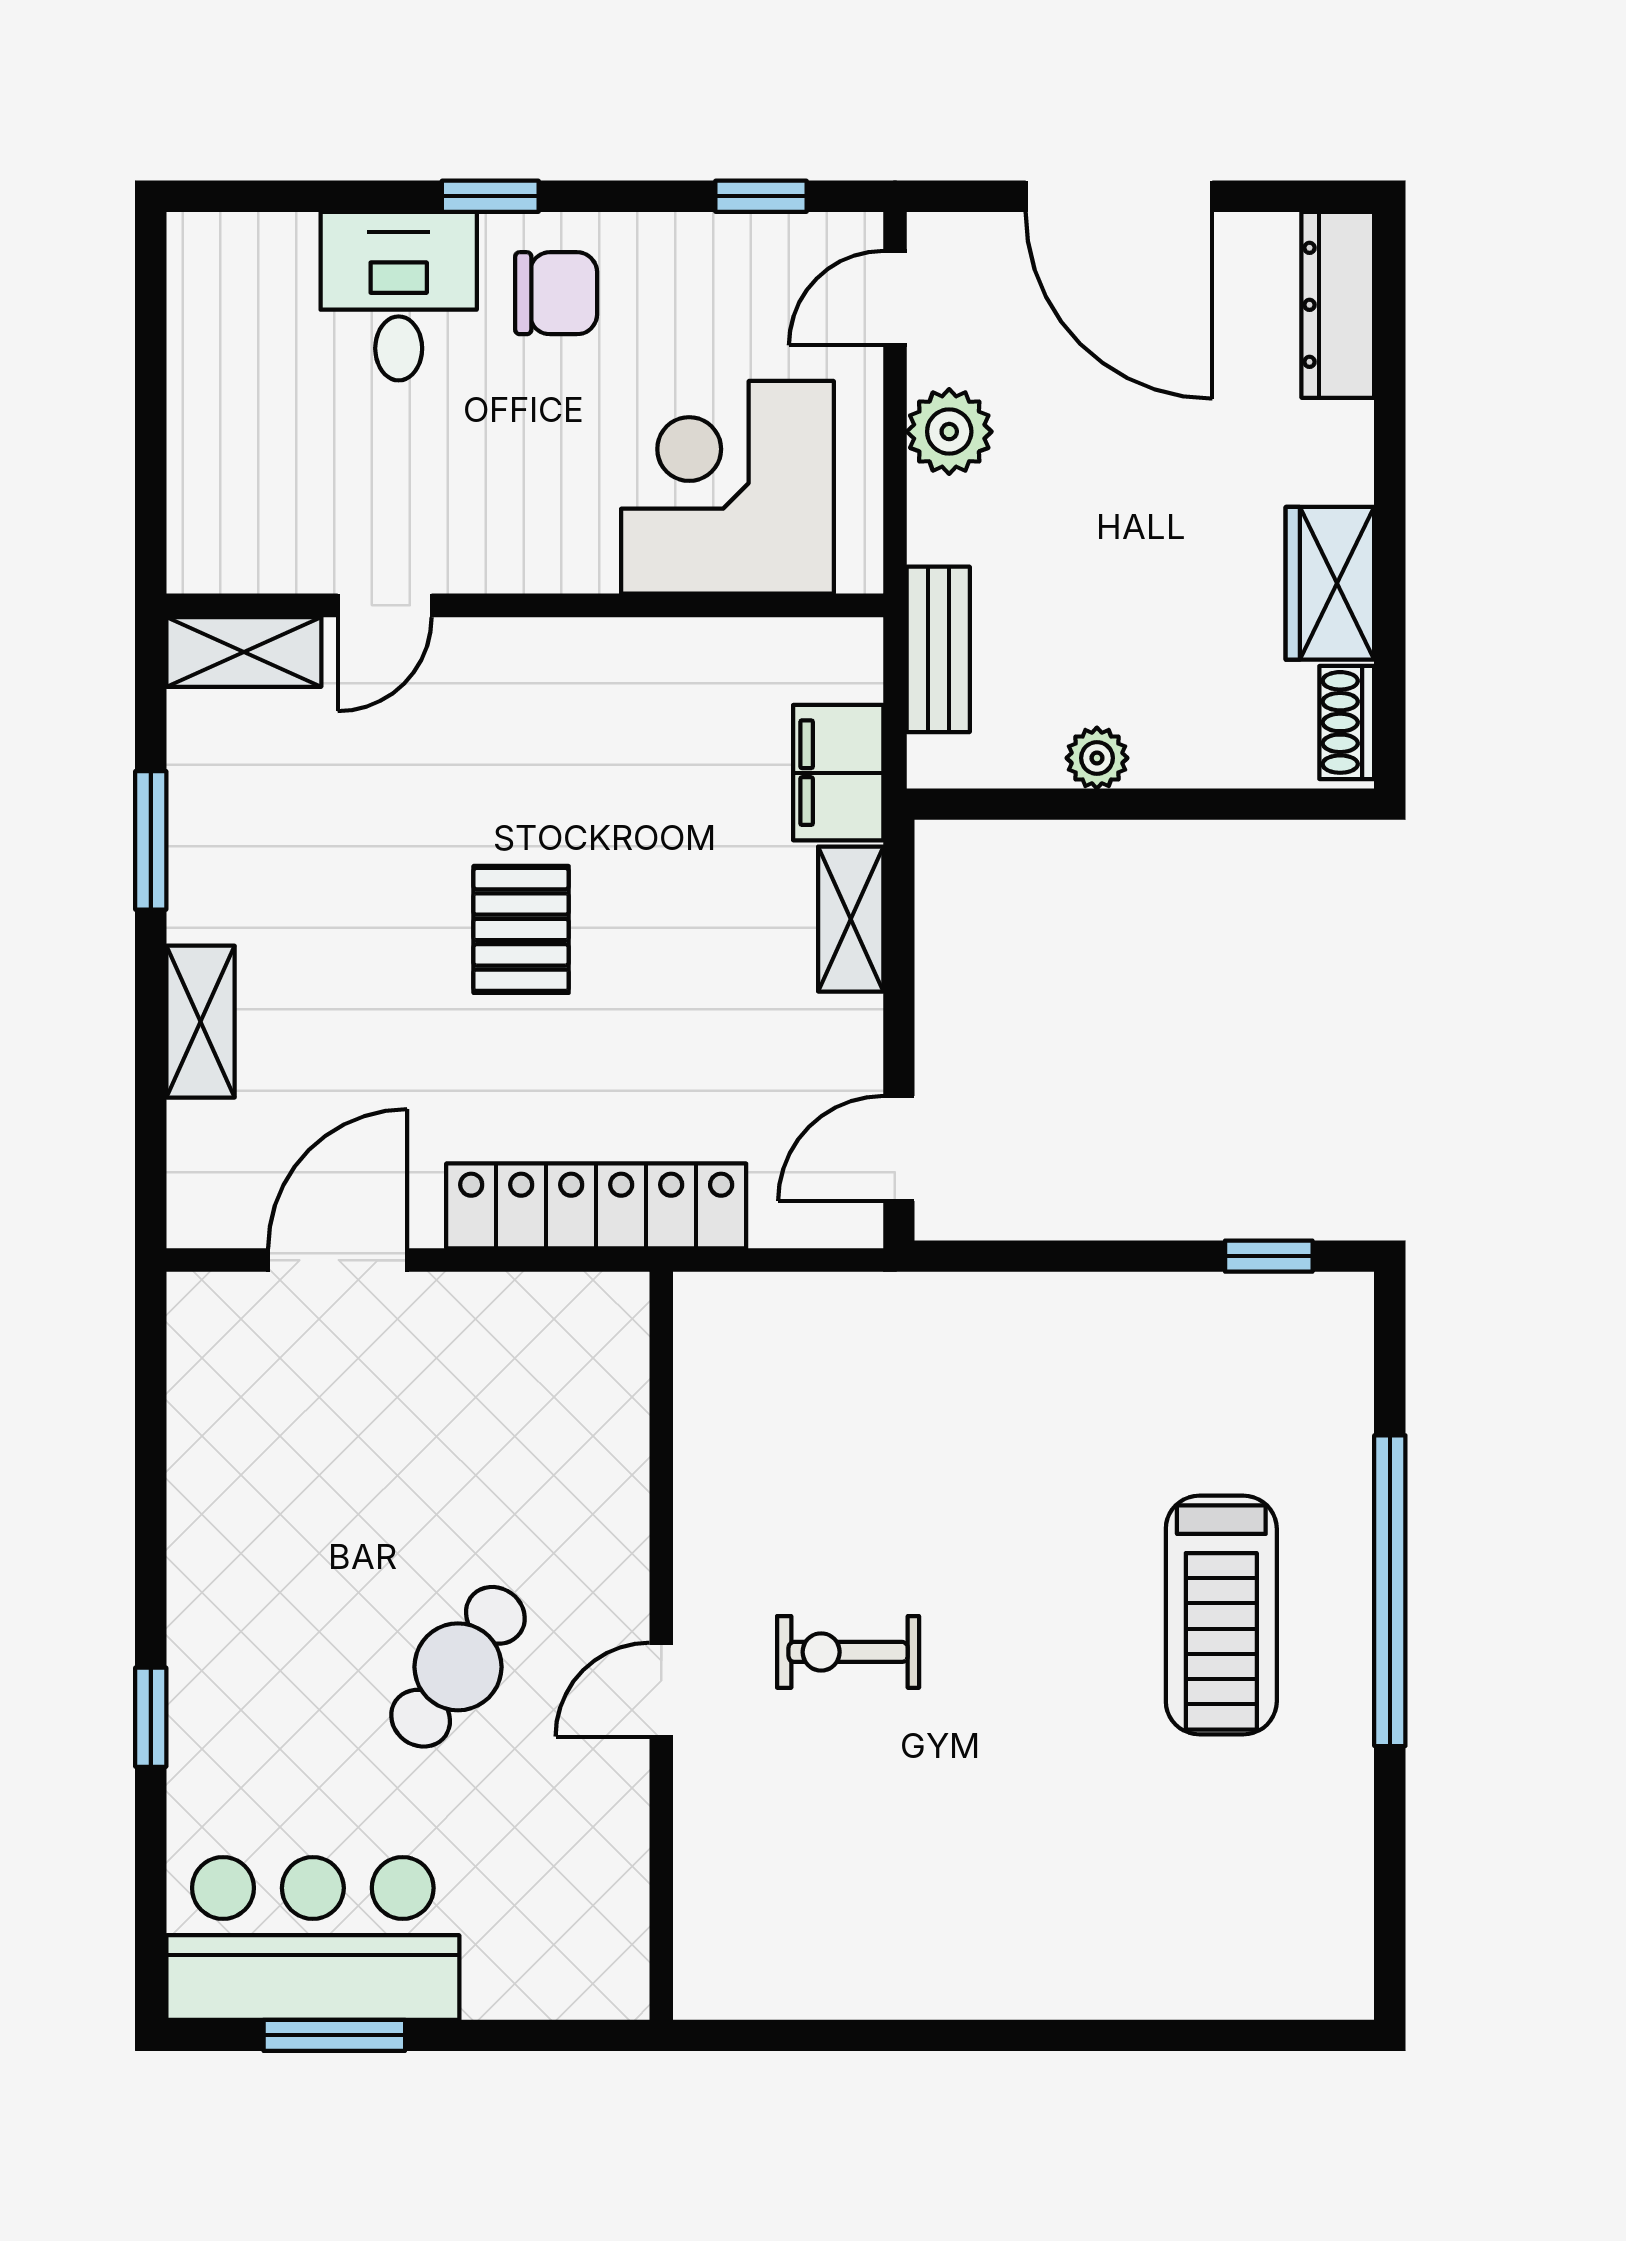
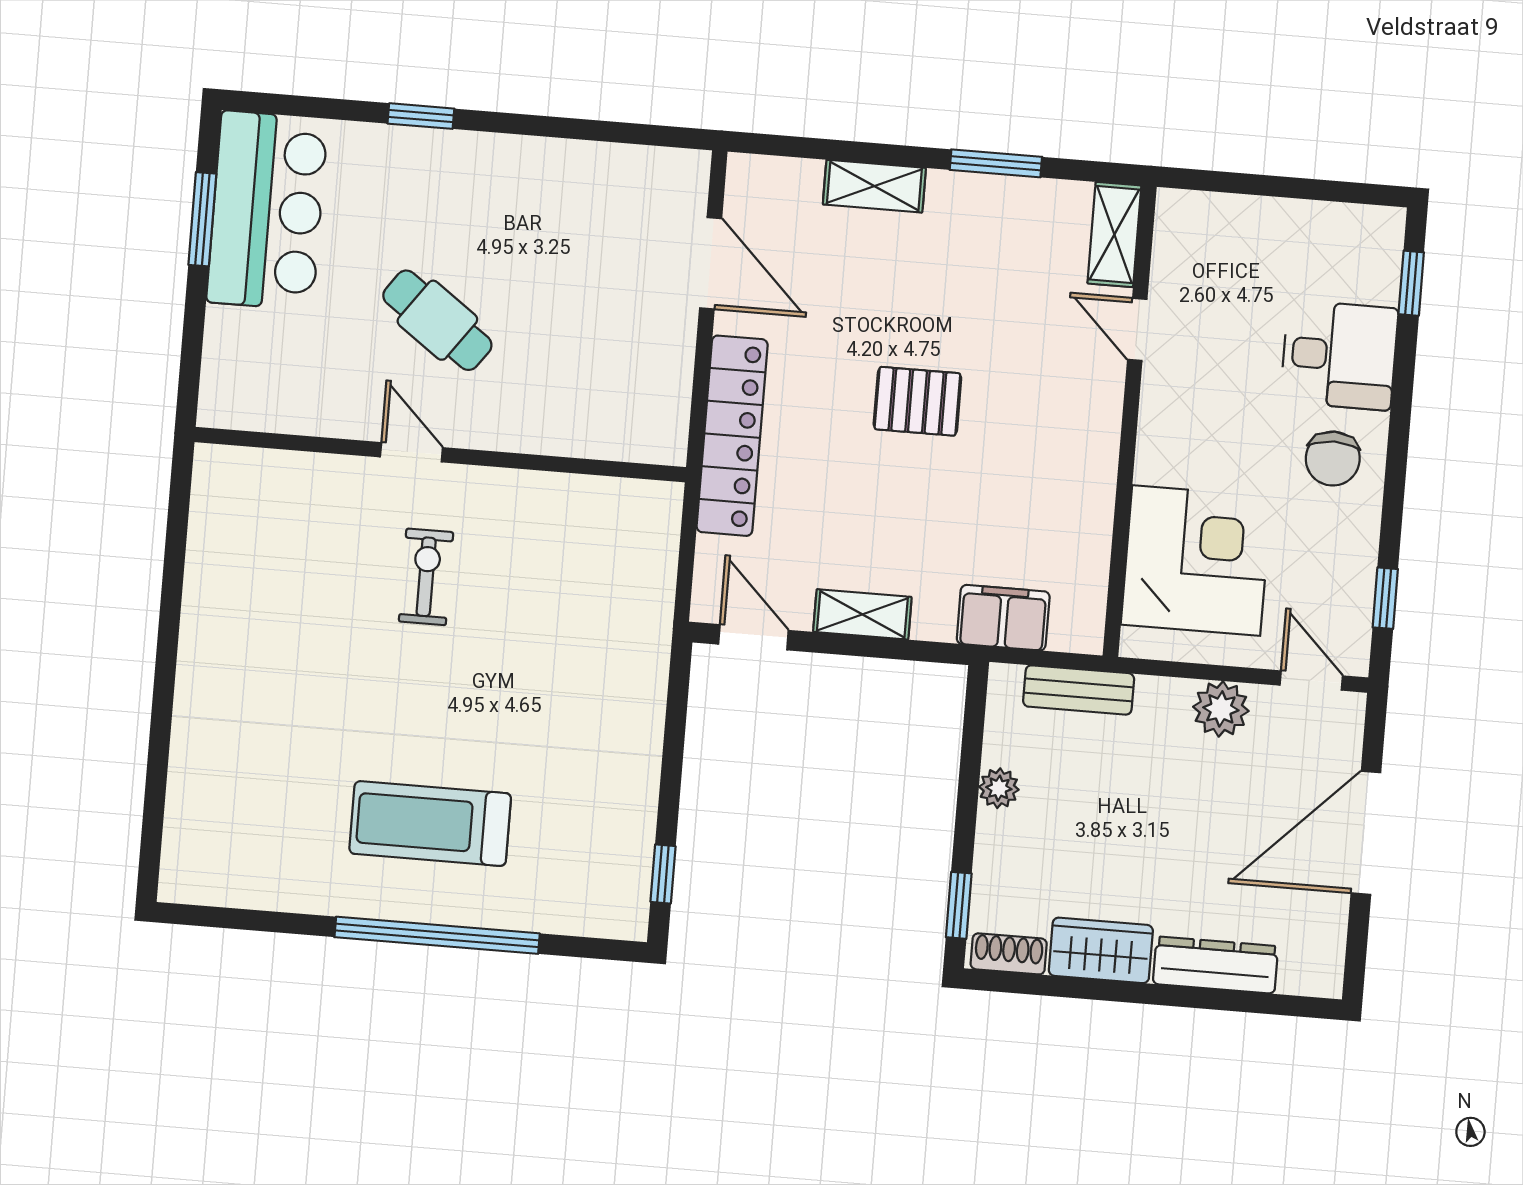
window: (490, 196) -> (1411, 283), moved
dresser: (1338, 305) -> (1215, 965), moved
window: (1279, 804) -> (959, 905), added
shelving: (851, 919) -> (862, 614), moved

